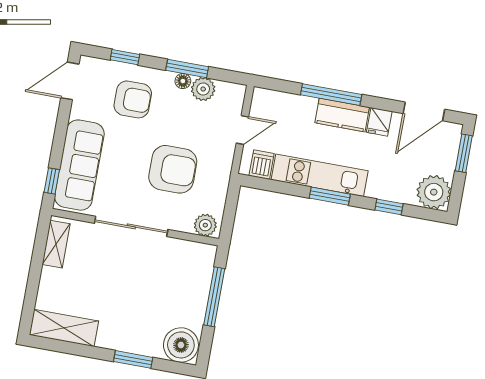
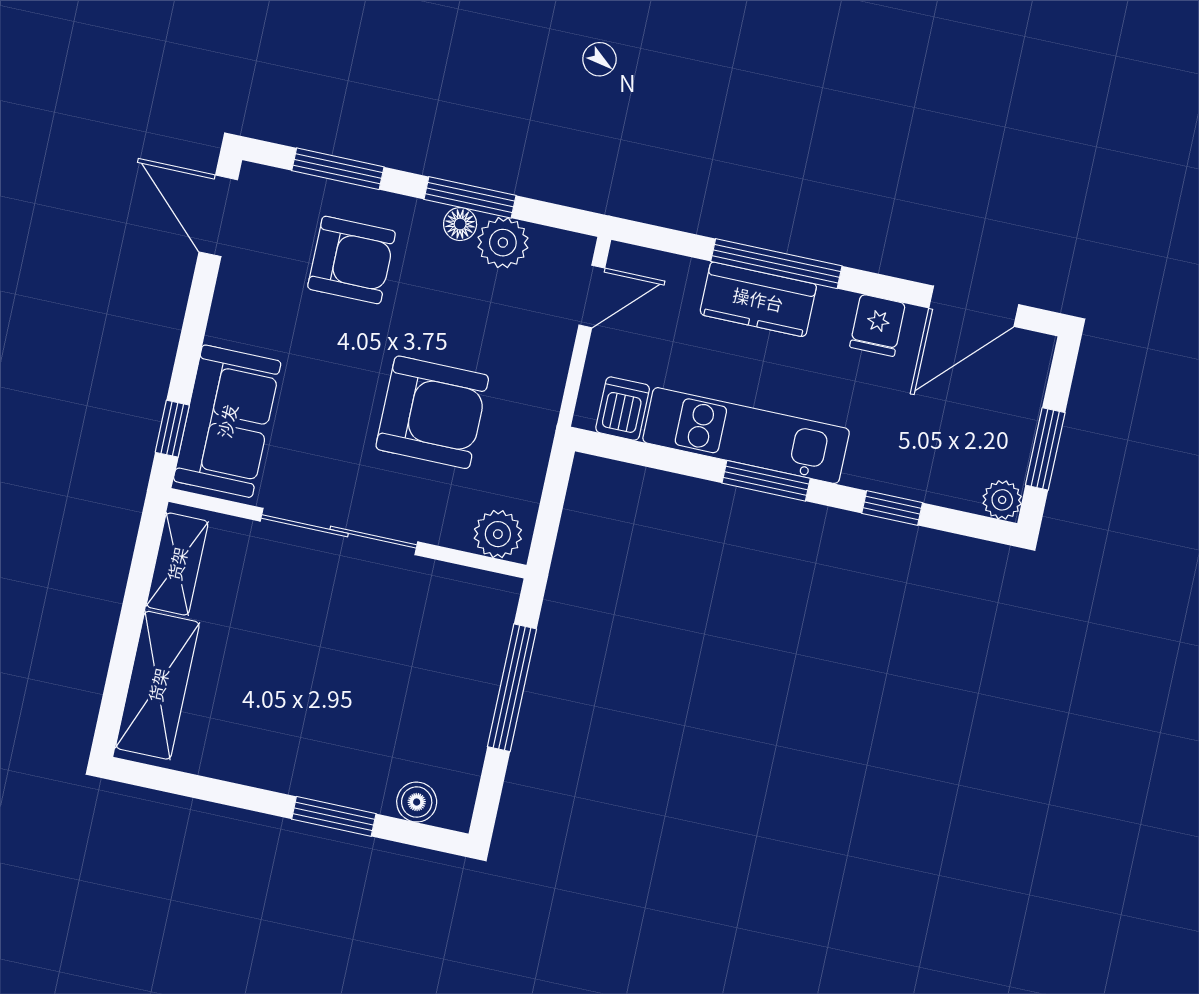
window: (125, 57) -> (338, 169), width x1.50
door: (70, 81) -> (218, 216), hinge flipped
kitchen counter: (342, 115) -> (758, 299), moved
door: (242, 130) -> (592, 297), moved
window: (464, 153) -> (1045, 449), moved
sofa: (79, 165) -> (227, 421), width x0.73
plant: (434, 192) -> (1002, 500), width x0.53, depth x0.53
shelving: (64, 328) -> (158, 685), moved, turned 90
boiler: (181, 345) -> (417, 802), width x0.54, depth x0.54

